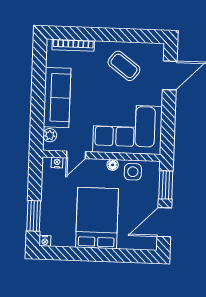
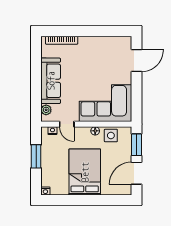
coffee table: (124, 66) -> (101, 55), removed
door: (76, 155) -> (67, 124), hinge flipped
window: (34, 216) -> (36, 156), moved

